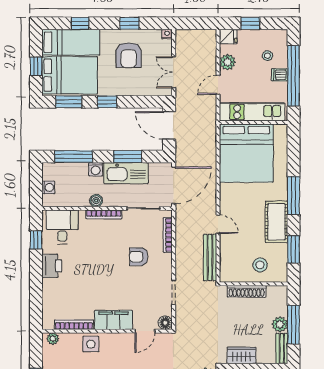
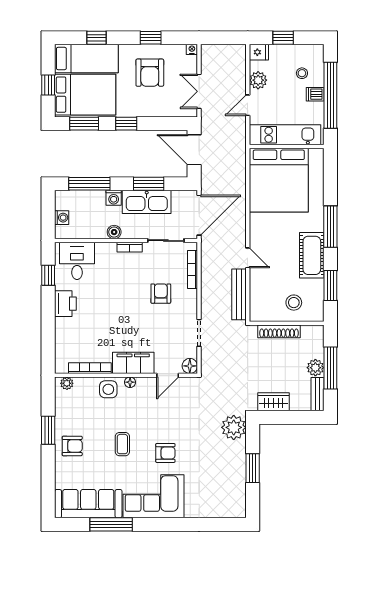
bookcase: (104, 214) -> (130, 247), width x0.64
armchair: (139, 257) -> (161, 294), turned 90
floor lamp: (111, 338) -> (130, 382), added

